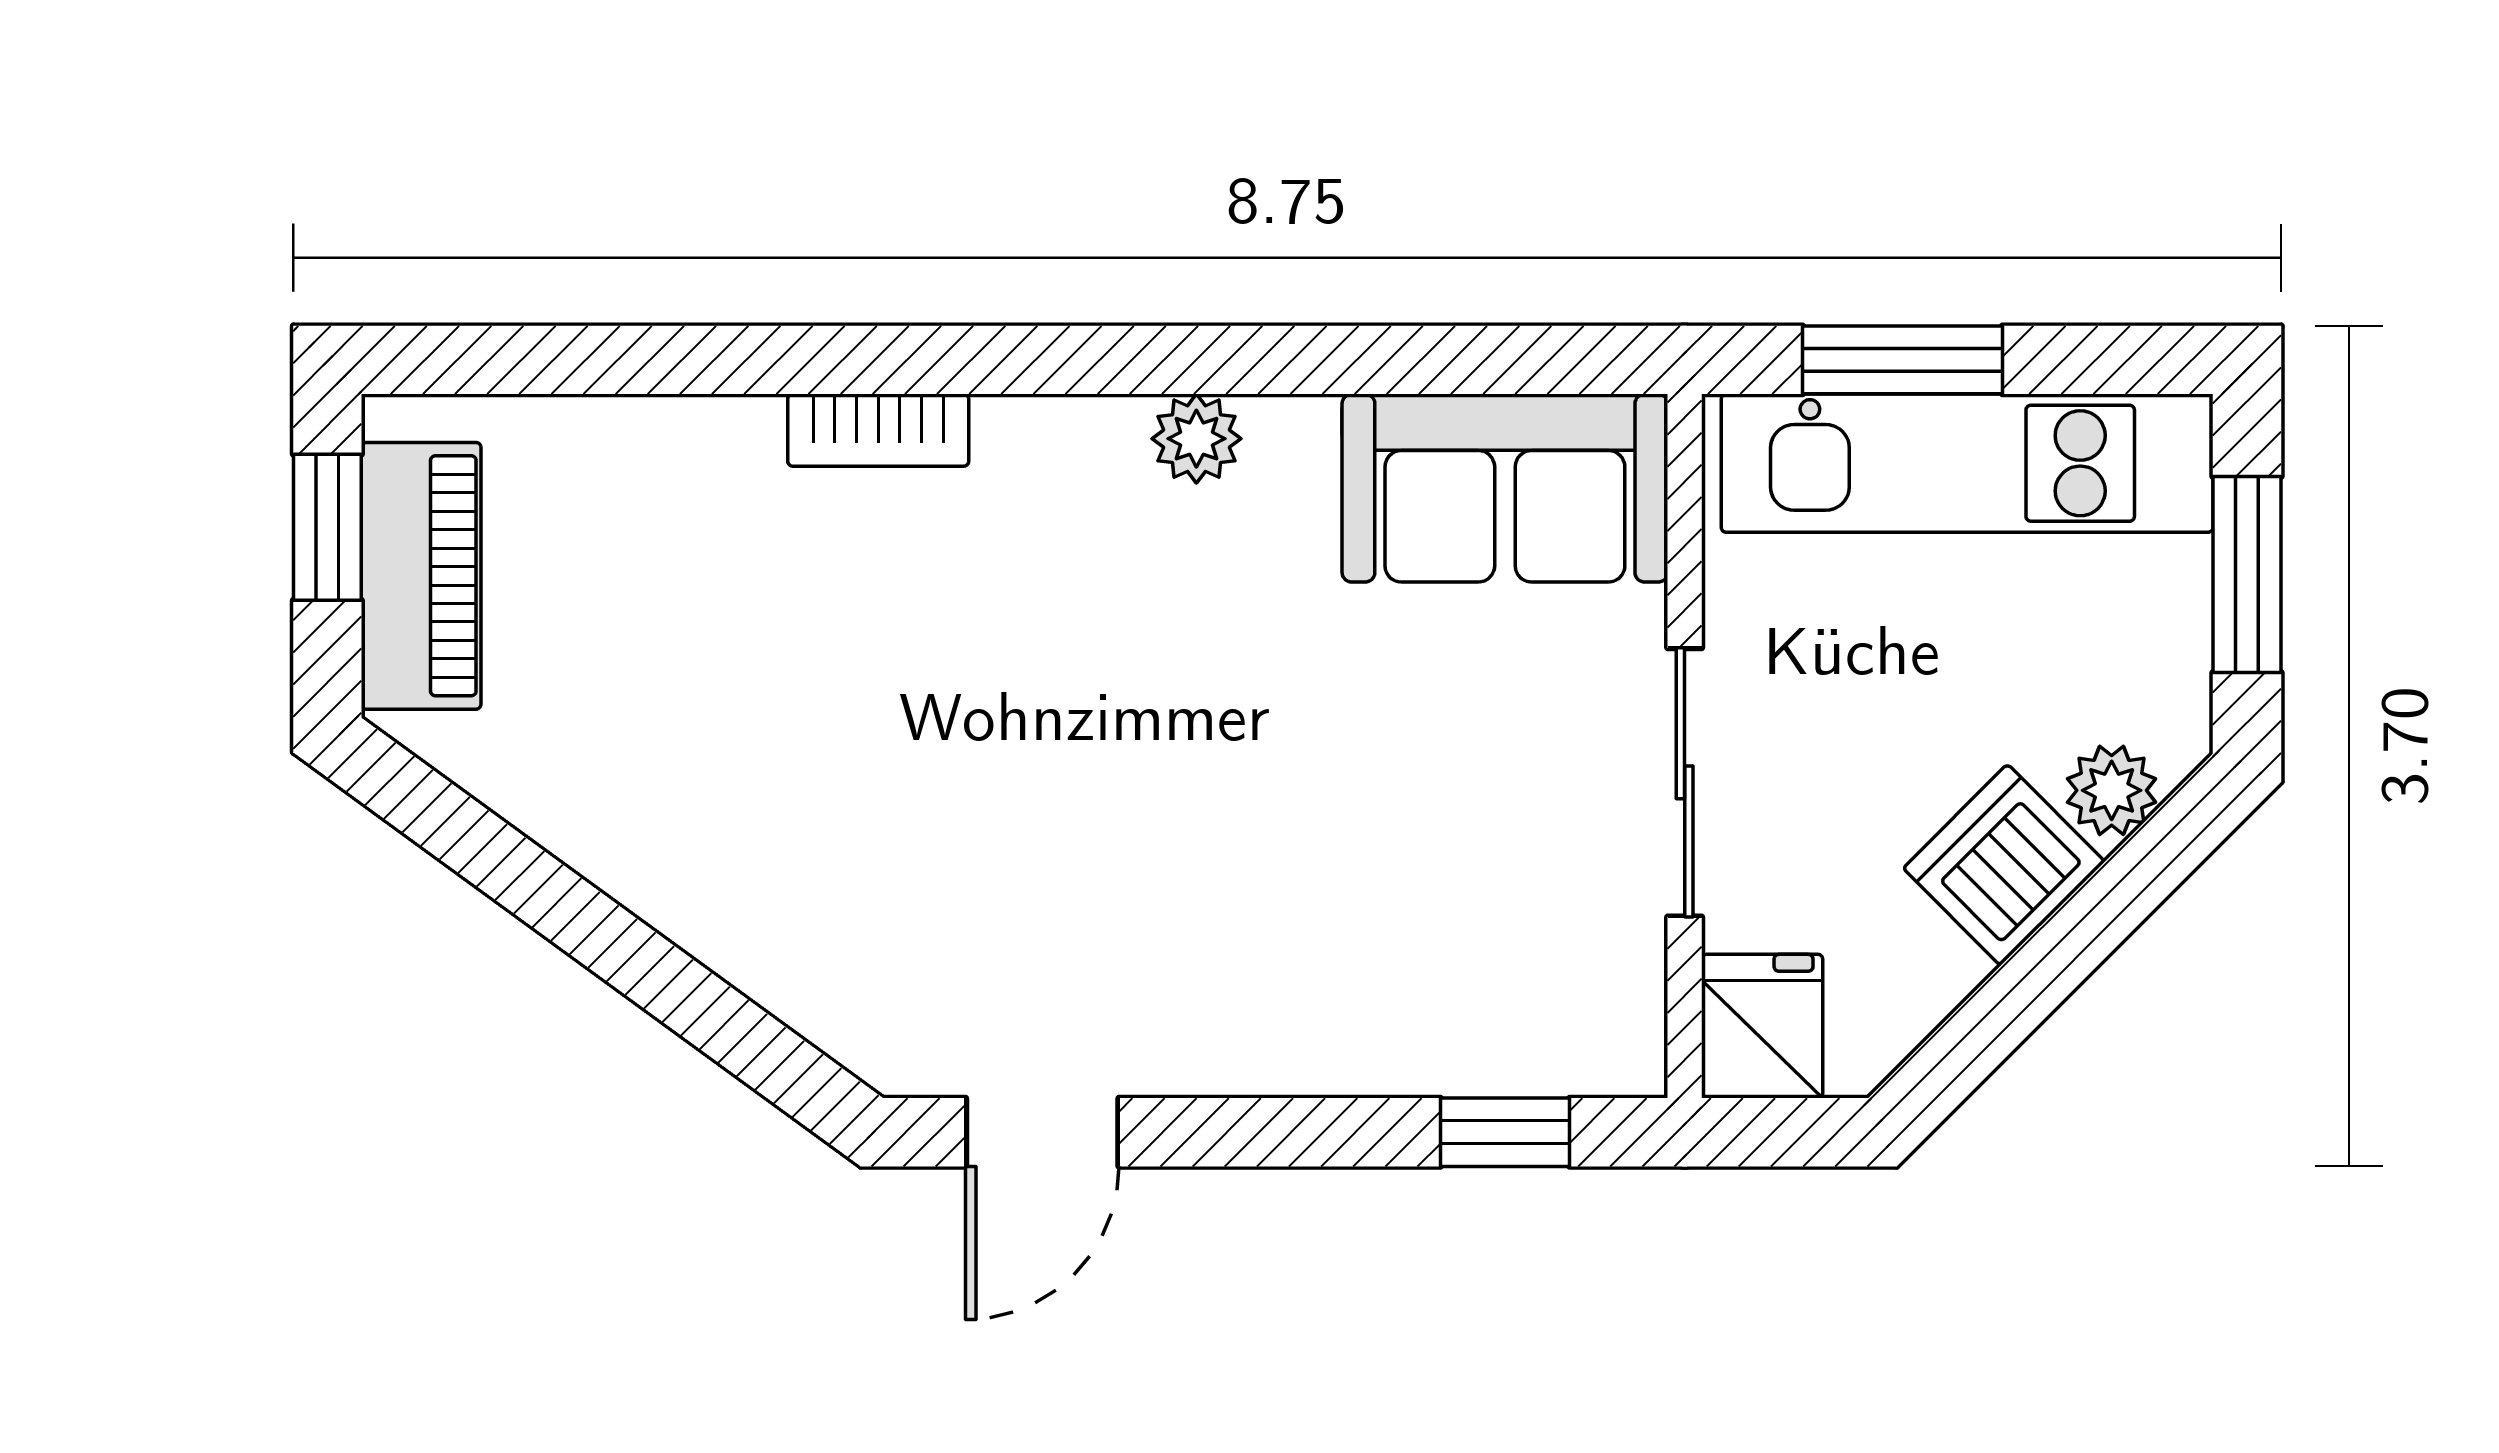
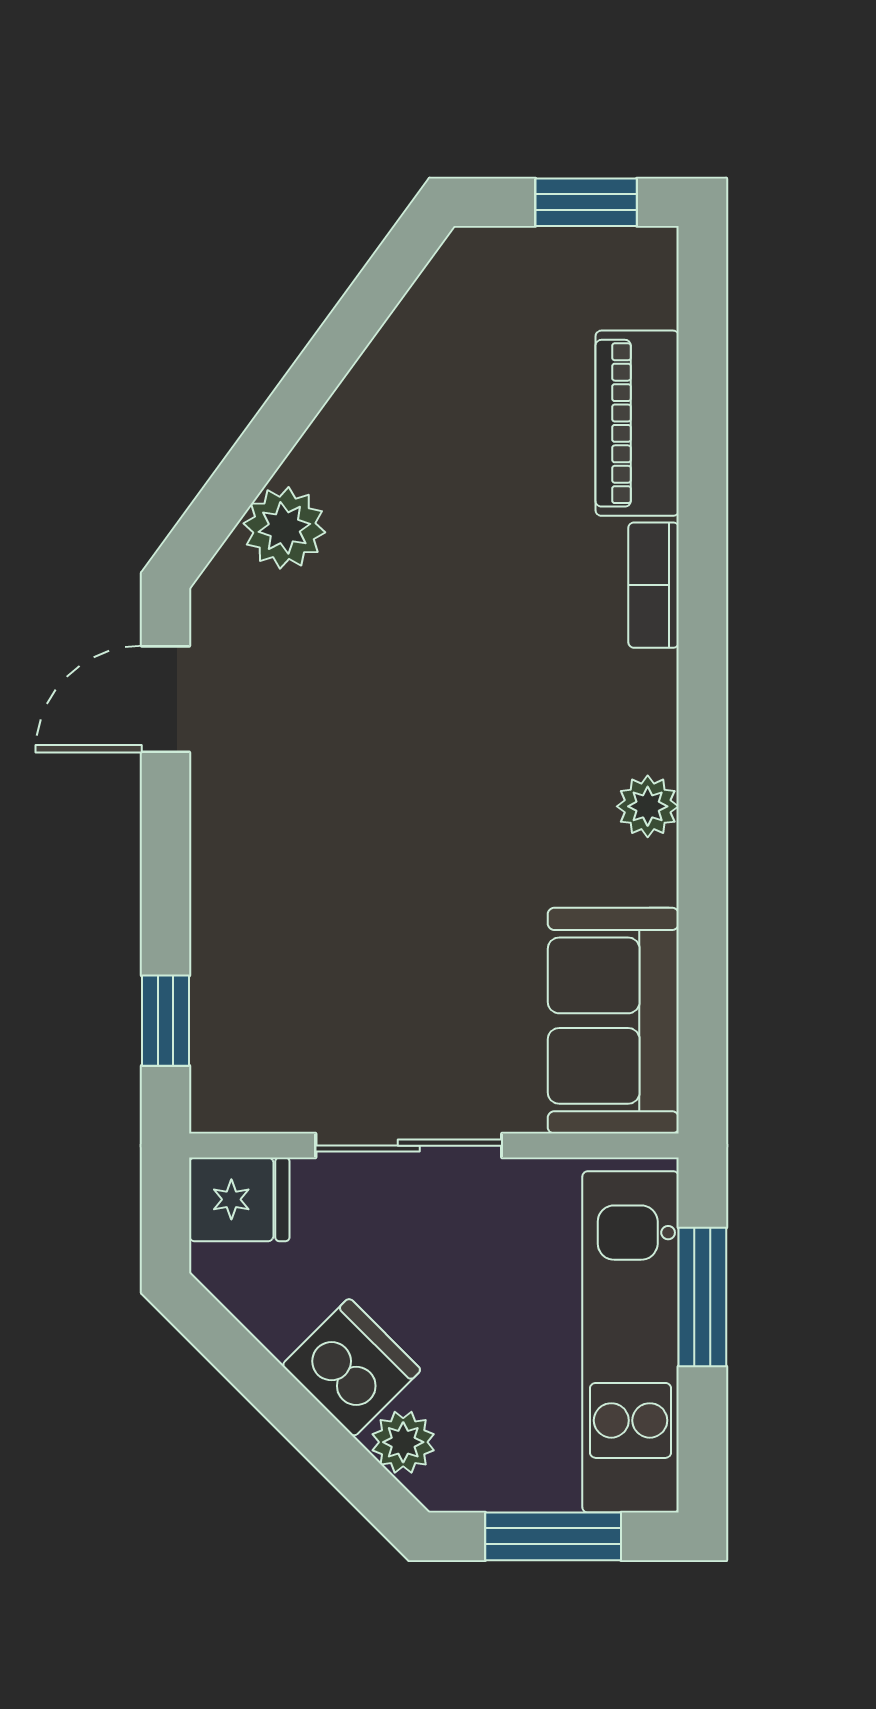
piano: (421, 576) -> (637, 423), moved, turned 90
plant: (796, 961) -> (284, 528), added
door: (1042, 1132) -> (166, 699), hinge flipped

